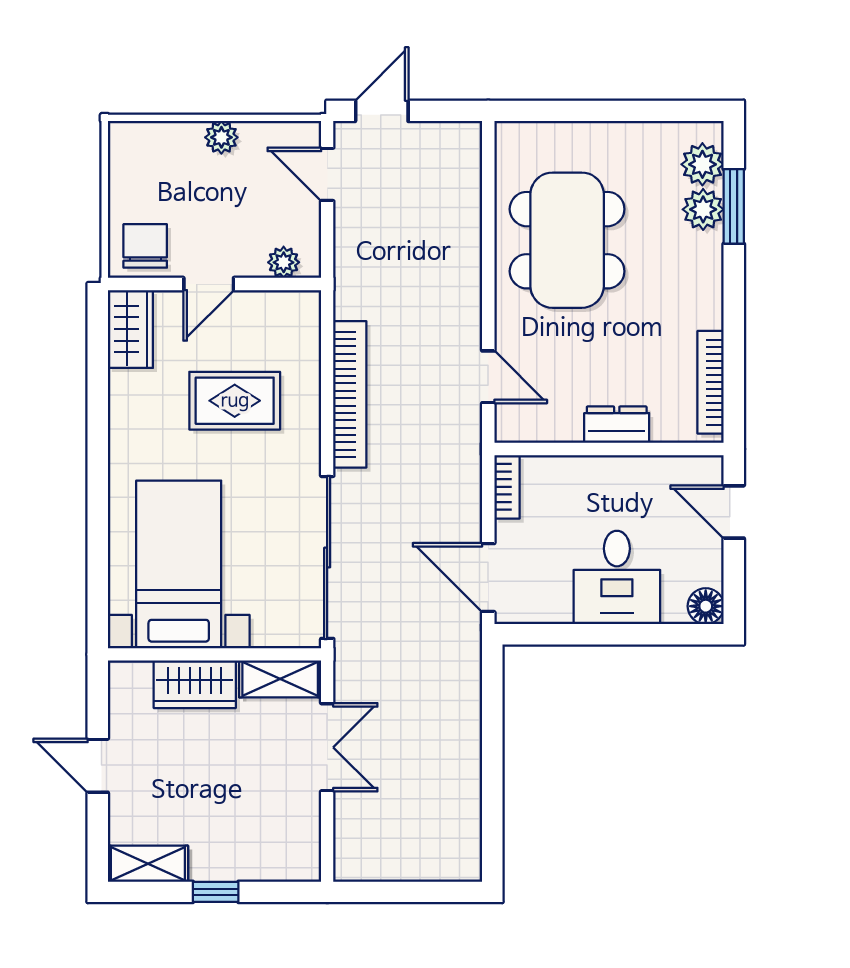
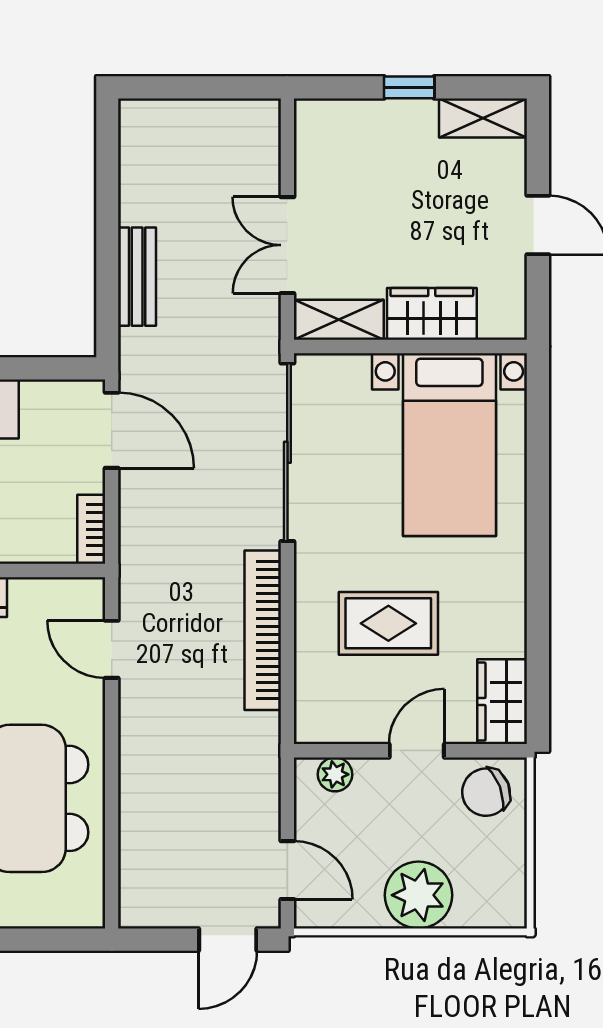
plant: (221, 137) -> (418, 895), width x1.87, depth x1.87
chair: (145, 246) -> (486, 792), turned 69
bench: (465, 718) -> (137, 277), added

